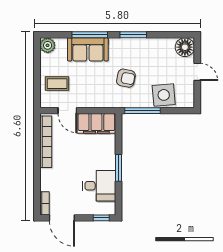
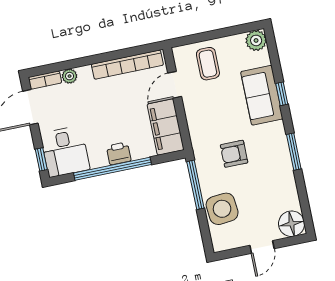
window: (90, 35) -> (282, 94), width x0.46
armchair: (126, 78) -> (234, 154), turned 79
printer: (108, 161) -> (119, 153), added
window: (119, 168) -> (113, 169), width x2.11
plant: (45, 185) -> (70, 76), added
desk: (99, 186) -> (65, 151), moved

